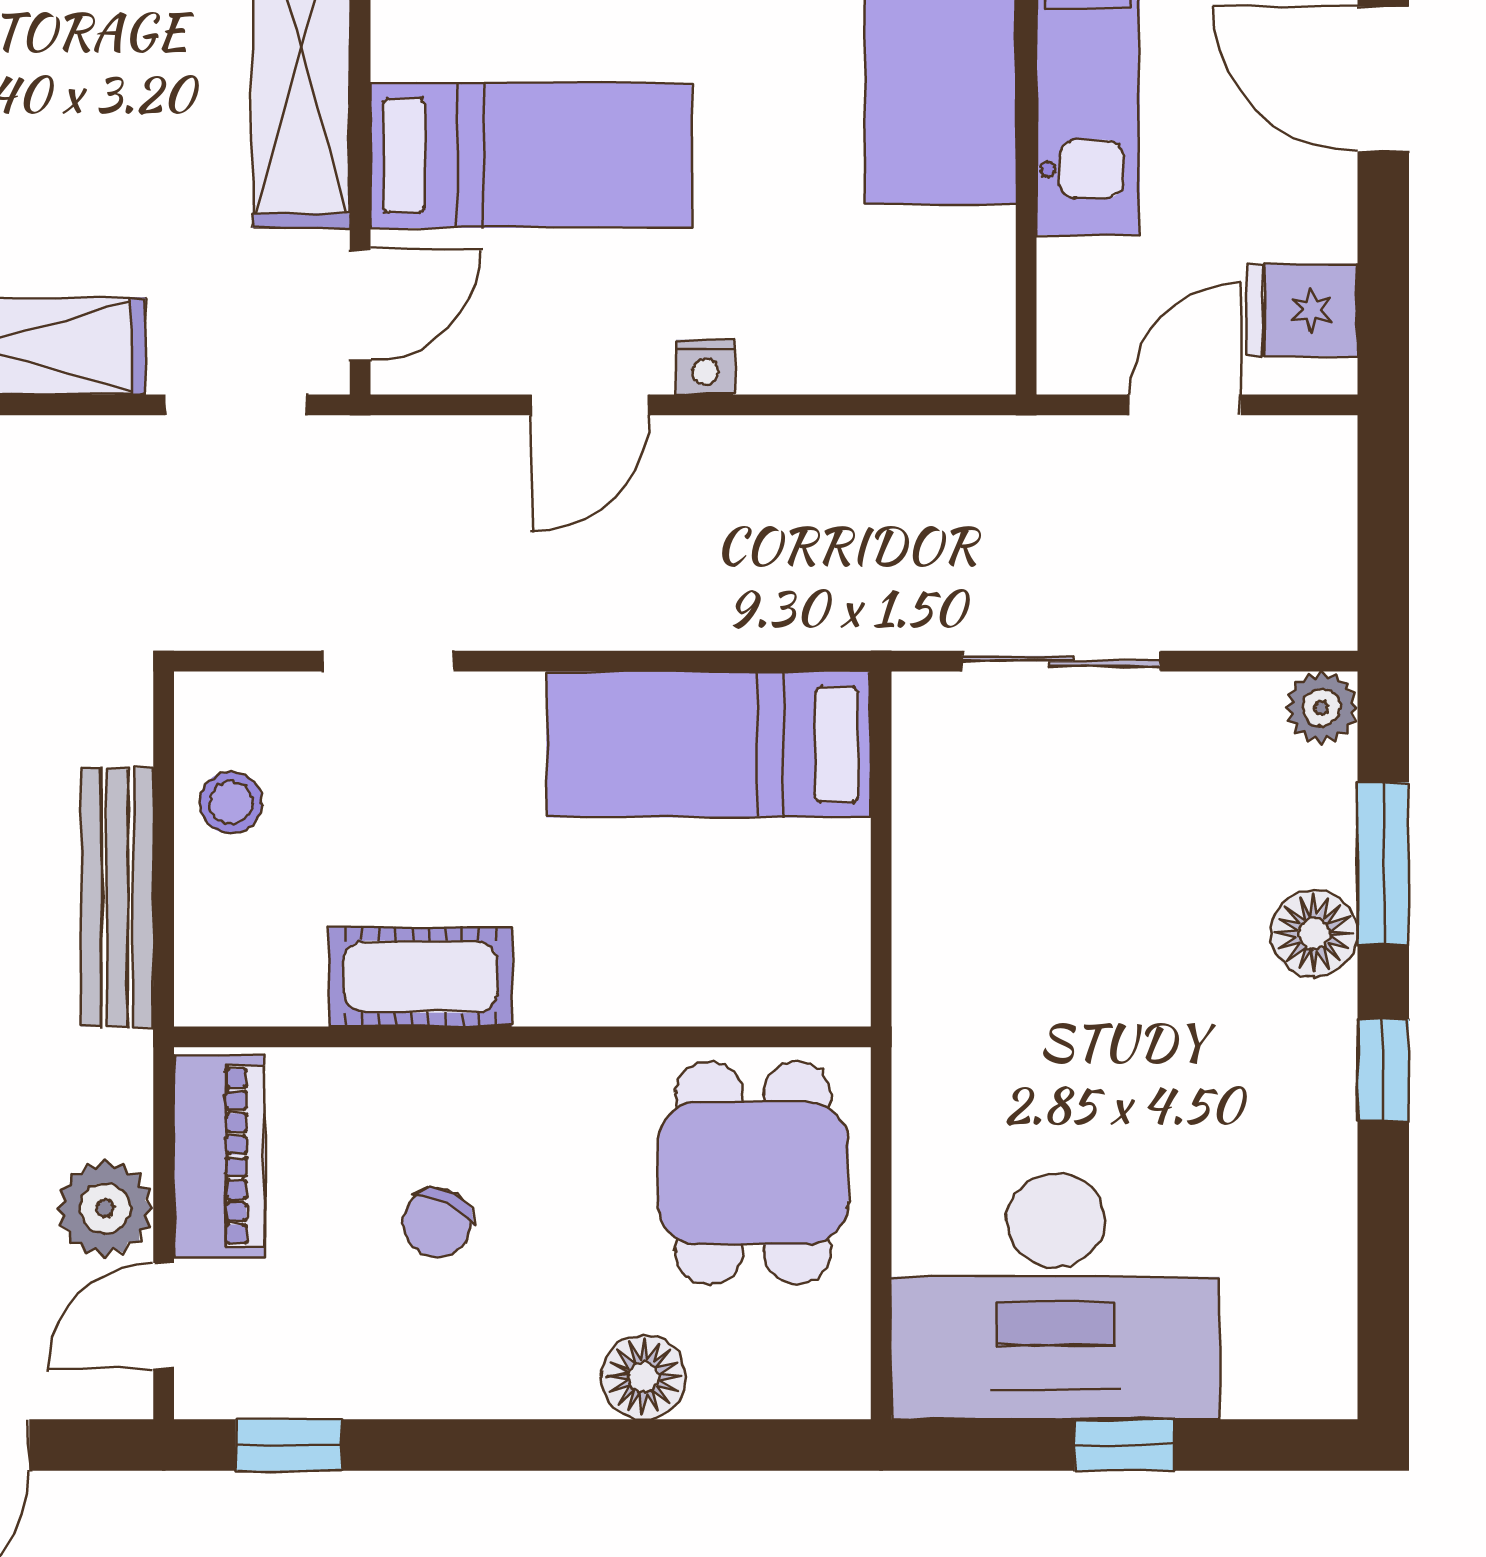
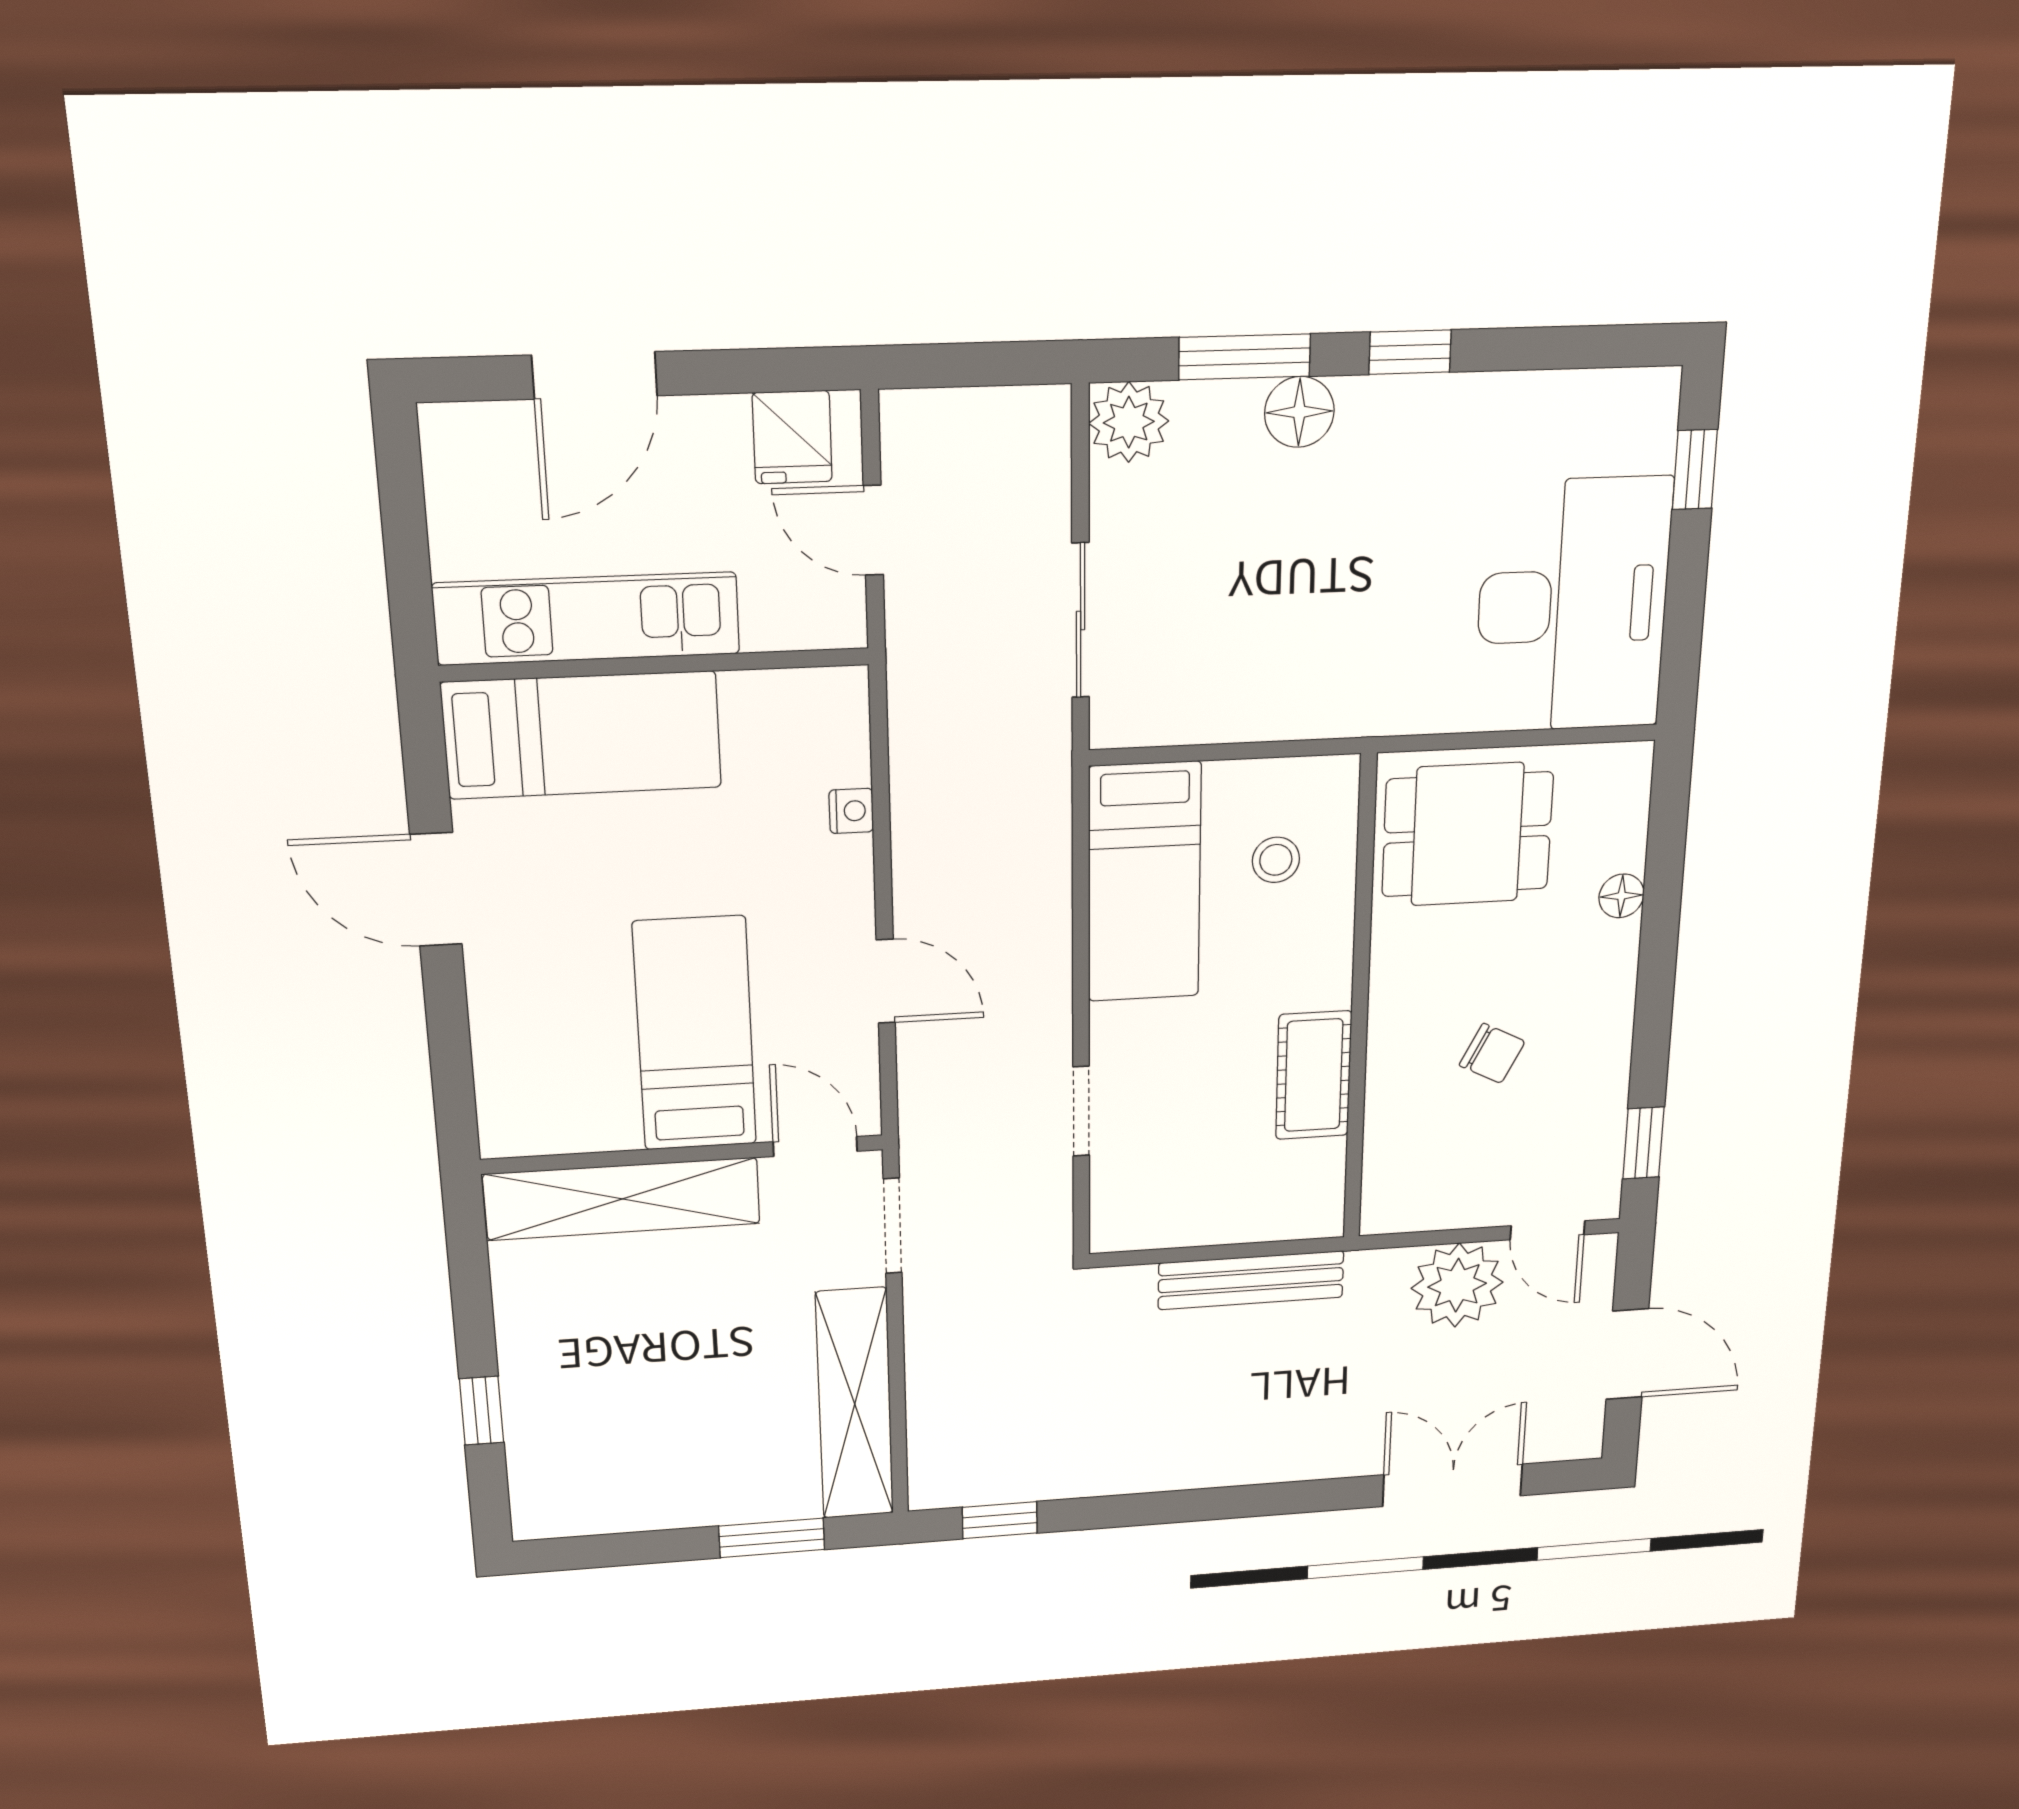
nightstand: (705, 367) -> (851, 811), moved
plant: (1321, 707) -> (1129, 422), width x1.38, depth x1.38
stool: (231, 803) -> (1276, 860), moved
piano: (219, 1156) -> (1437, 1202), removed
plant: (105, 1208) -> (1457, 1285), width x1.36, depth x1.36
floor lamp: (644, 1377) -> (1621, 896), width x0.73, depth x0.73
window: (1125, 1445) -> (1695, 470), moved

